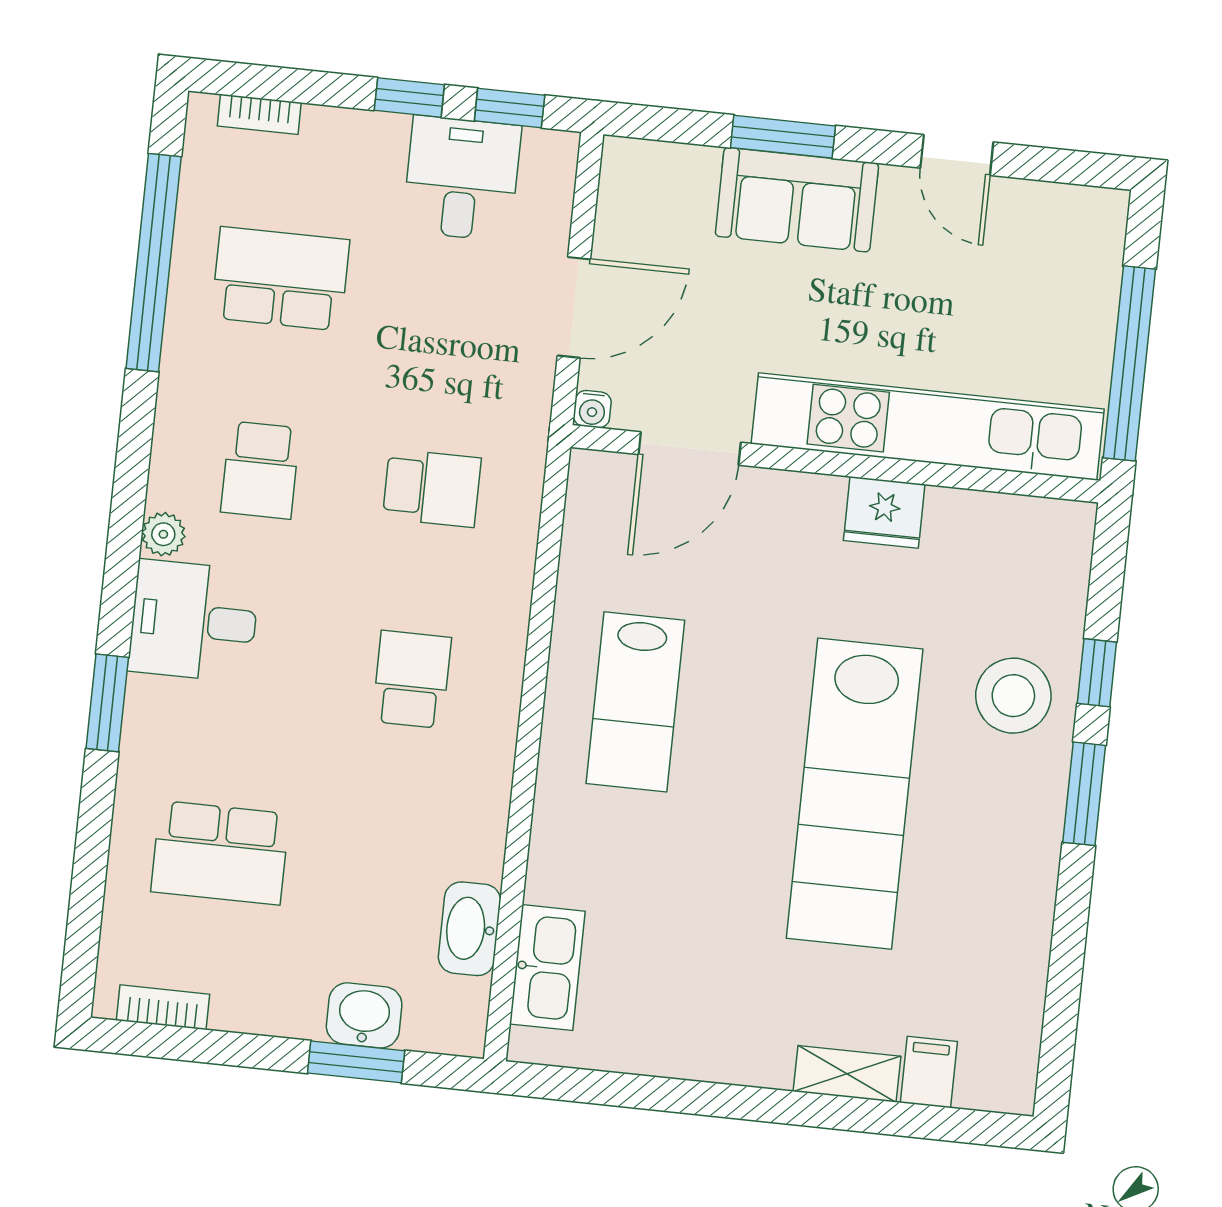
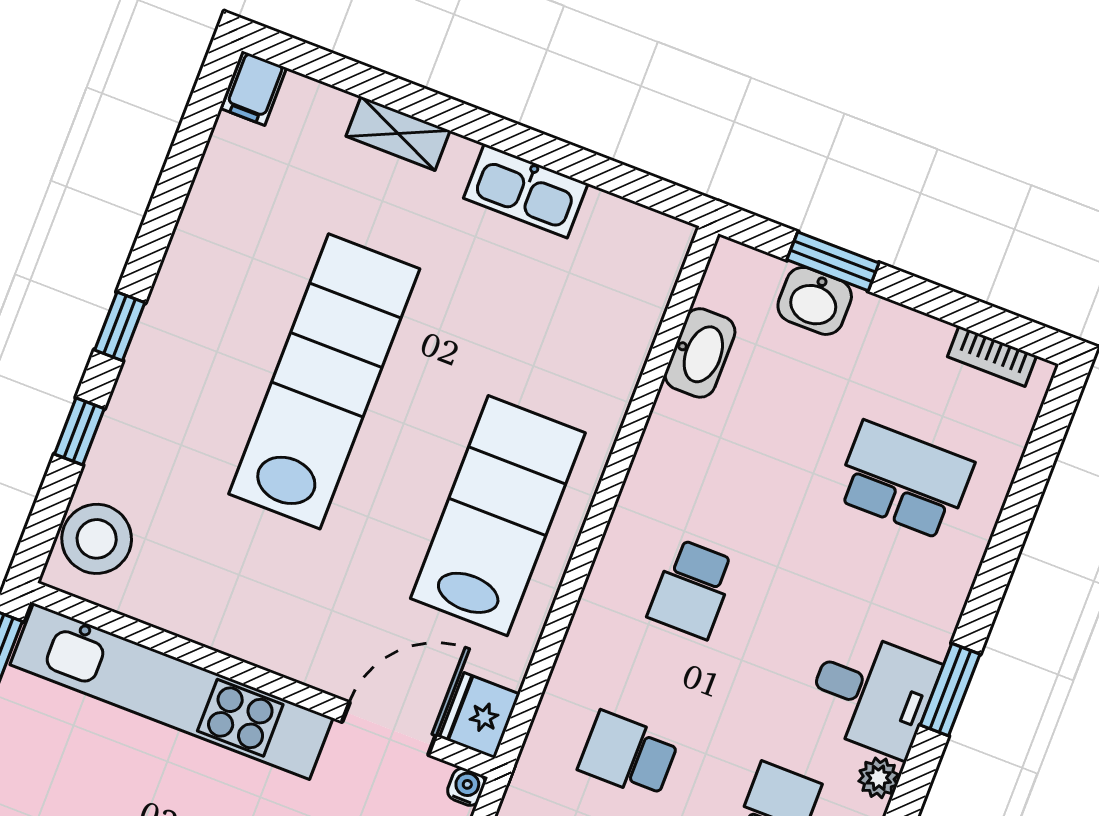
fridge: (884, 512) -> (480, 716), moved, turned -90
stool: (1013, 696) -> (97, 539), moved
lab bench: (635, 702) -> (498, 516), width x1.36, depth x1.39
window: (107, 703) -> (950, 690), moved
window: (1084, 794) -> (120, 326), width x0.67
kitchen sink: (547, 968) -> (526, 191), moved, turned -90
filing cabinet: (929, 1072) -> (254, 88), moved

